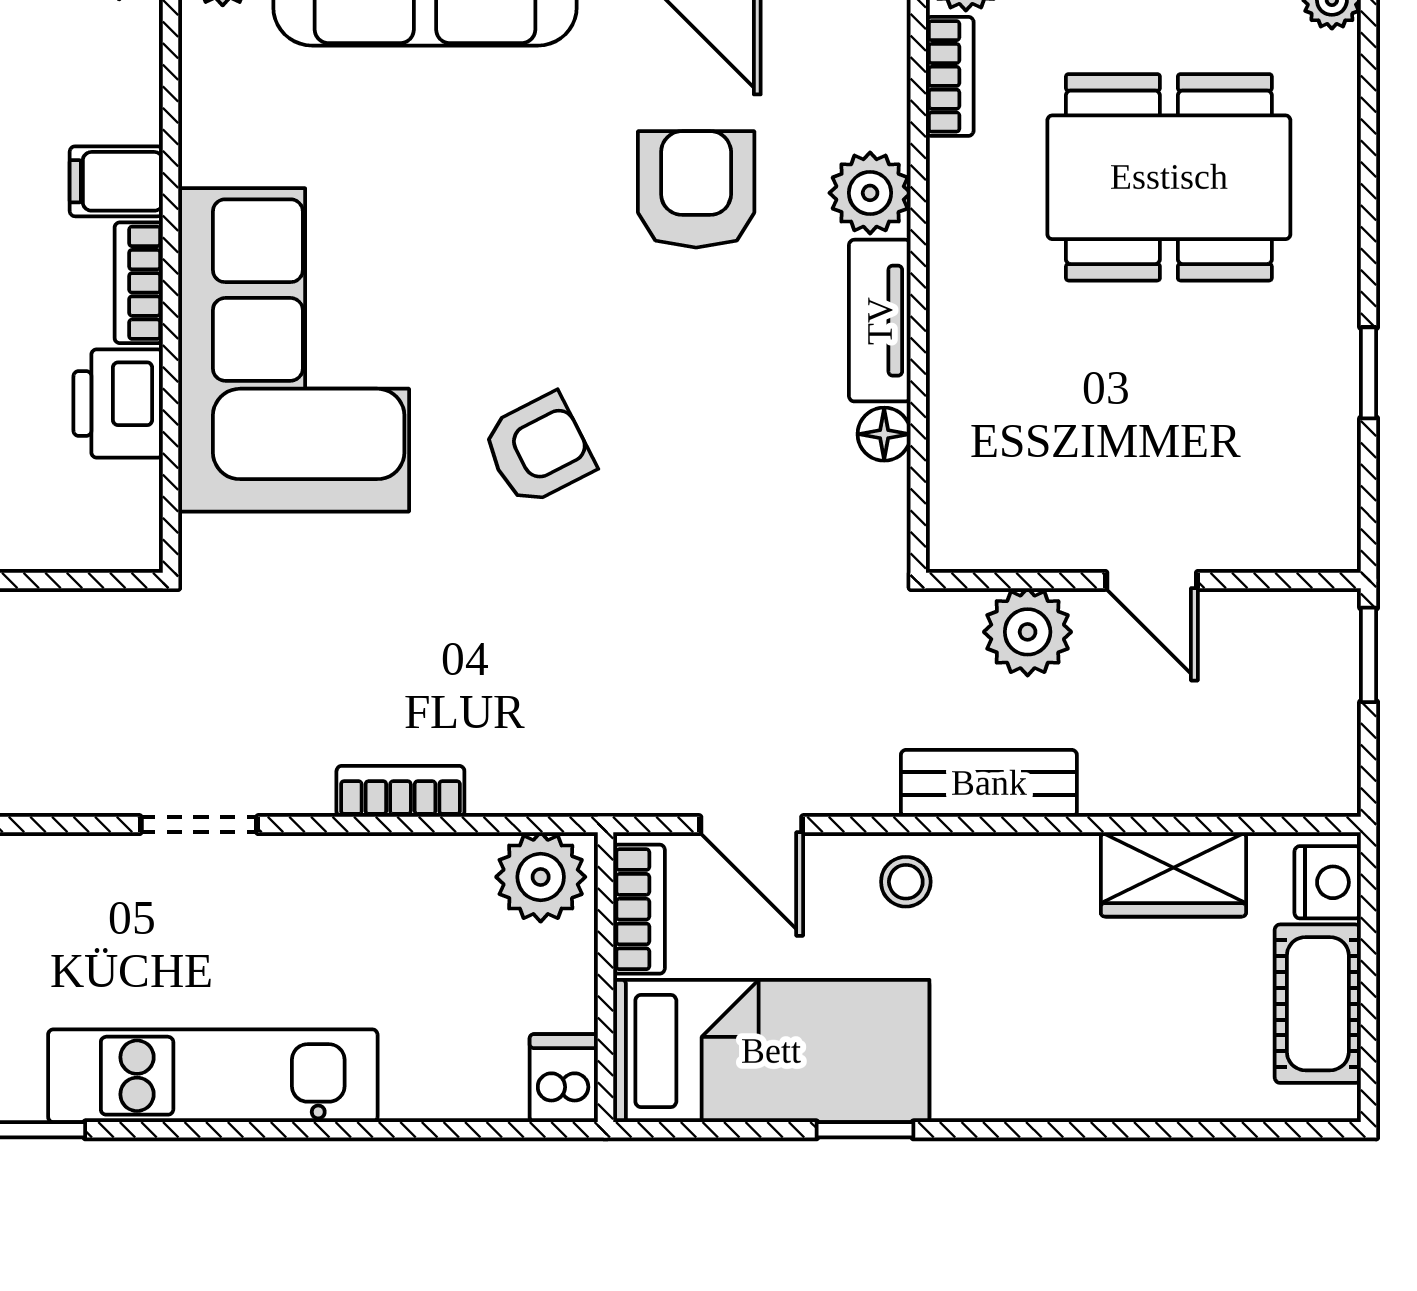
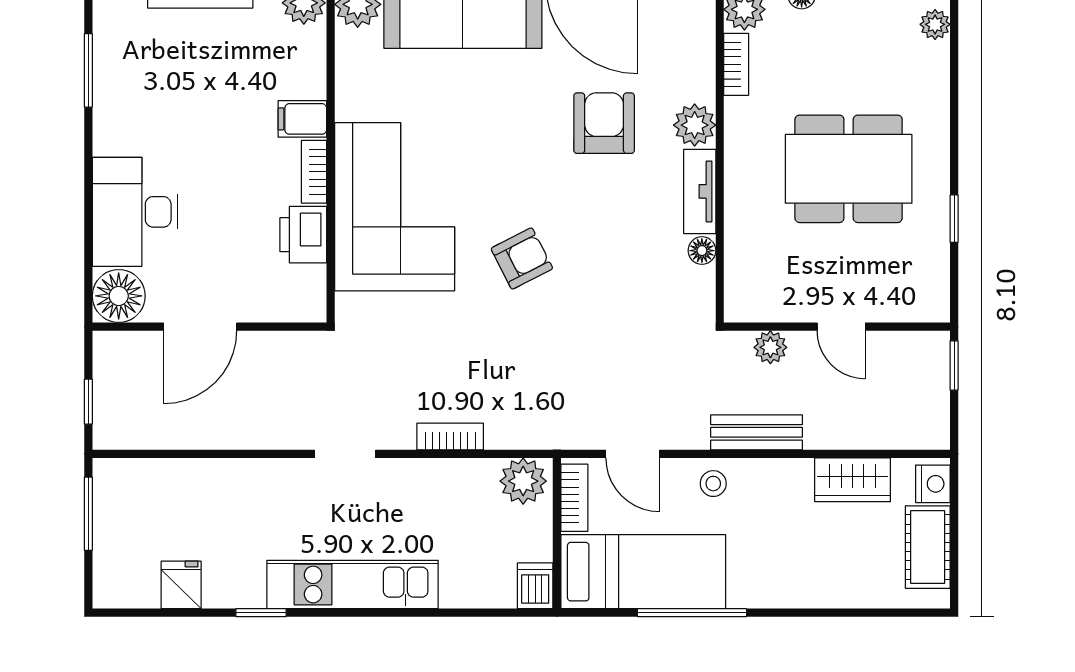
dining table: (1169, 177) -> (849, 169), moved
plant: (1028, 632) -> (770, 347), width x0.73, depth x0.73
window: (865, 1130) -> (692, 613), width x2.17

